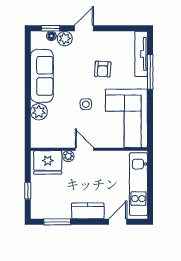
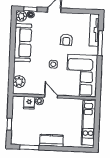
plant: (65, 39) -> (21, 16), moved
plant: (39, 112) -> (19, 81), moved
fridge: (48, 162) -> (29, 103), width x0.53, depth x0.75
door: (118, 222) -> (73, 149), removed

